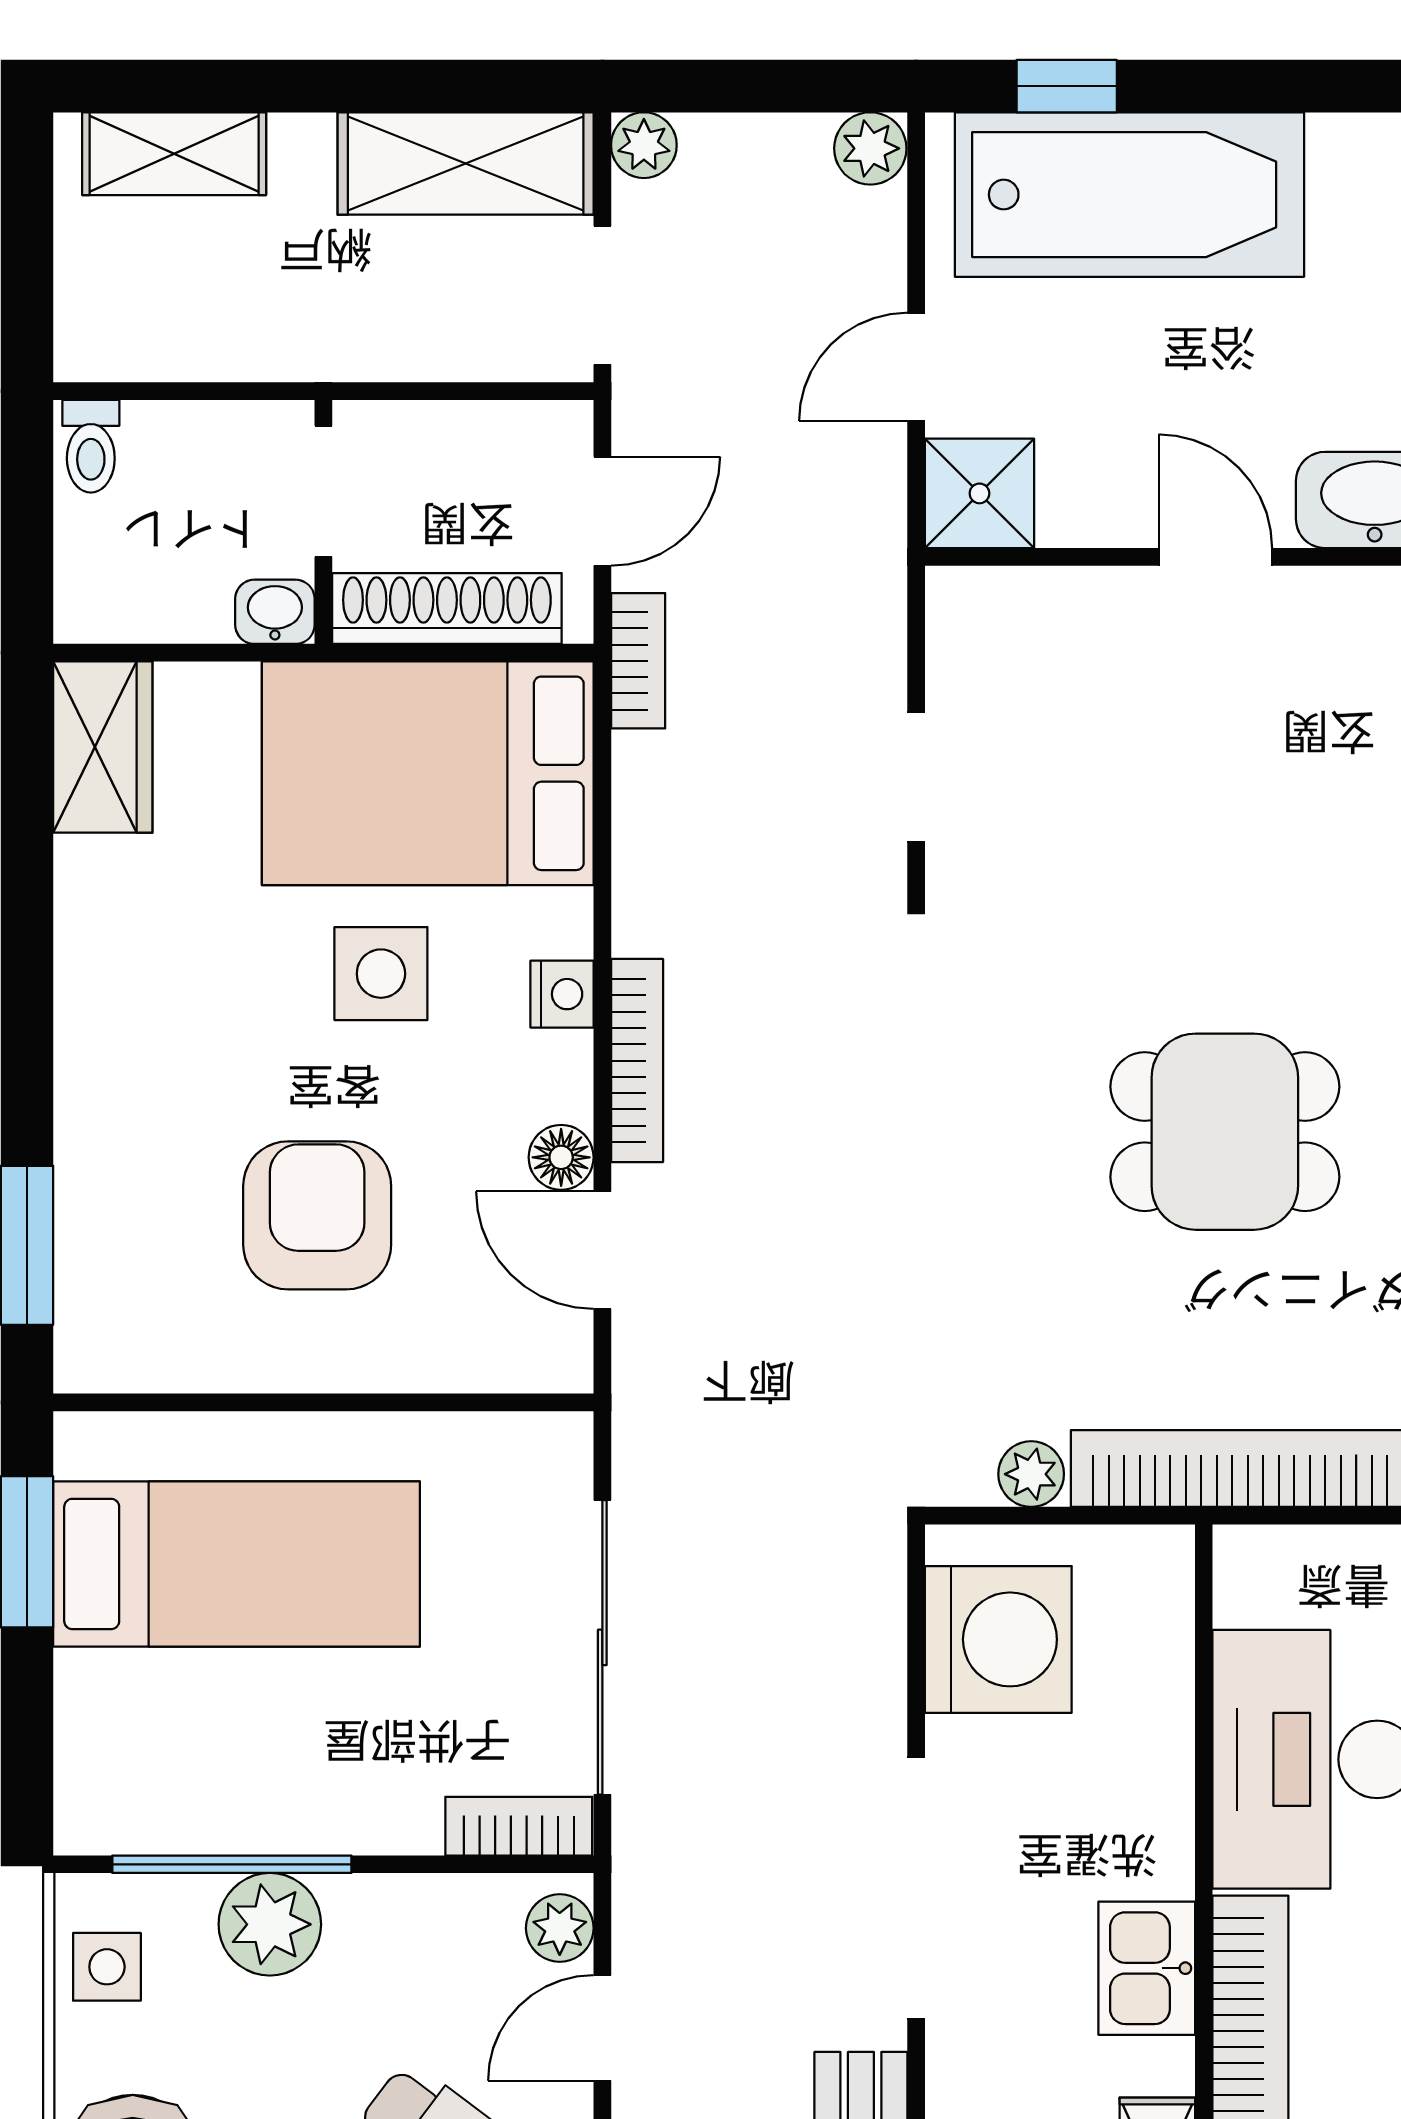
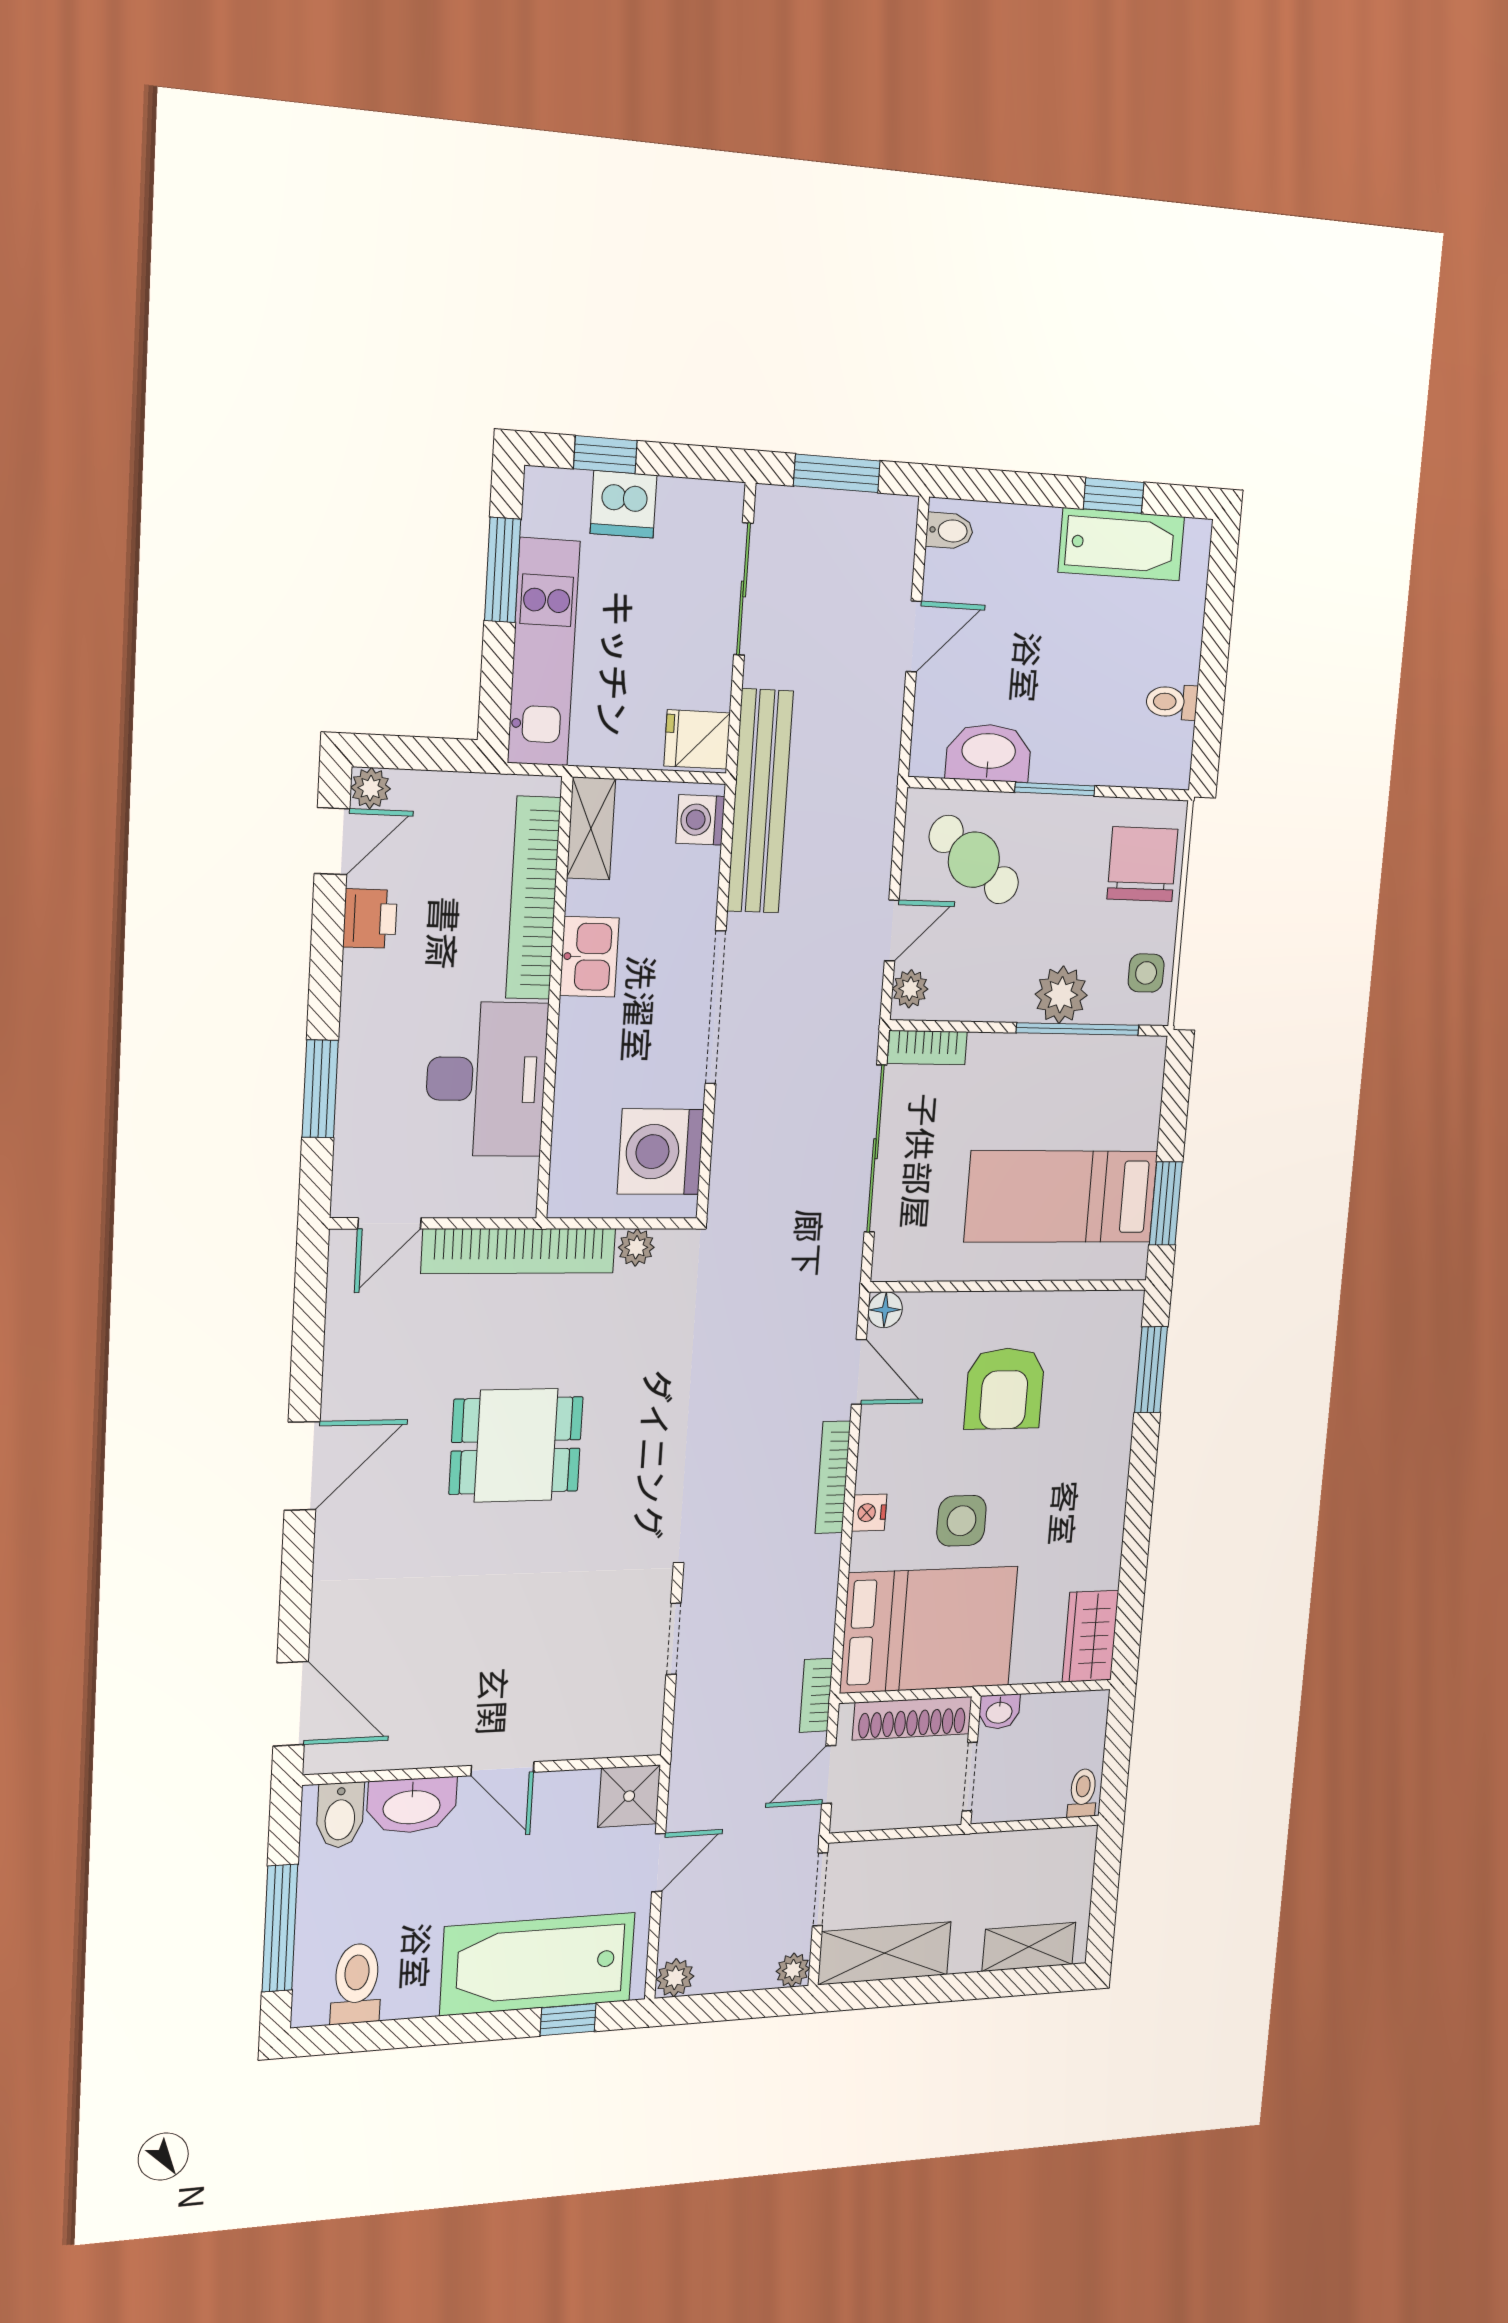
floor lamp: (561, 1157) -> (885, 1310), moved

